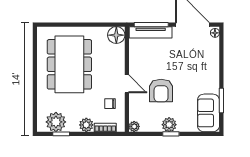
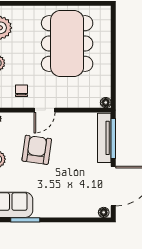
floor lamp: (116, 35) -> (106, 103), width x0.53, depth x0.53
dining table: (69, 64) -> (67, 44), turned 90
armchair: (161, 91) -> (37, 150), turned 98

